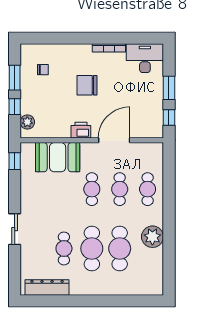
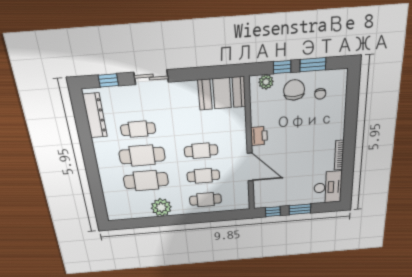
chair: (87, 85) -> (294, 90), moved
booth: (58, 157) -> (222, 93), moved, turned 90
window: (15, 161) -> (108, 80), moved

